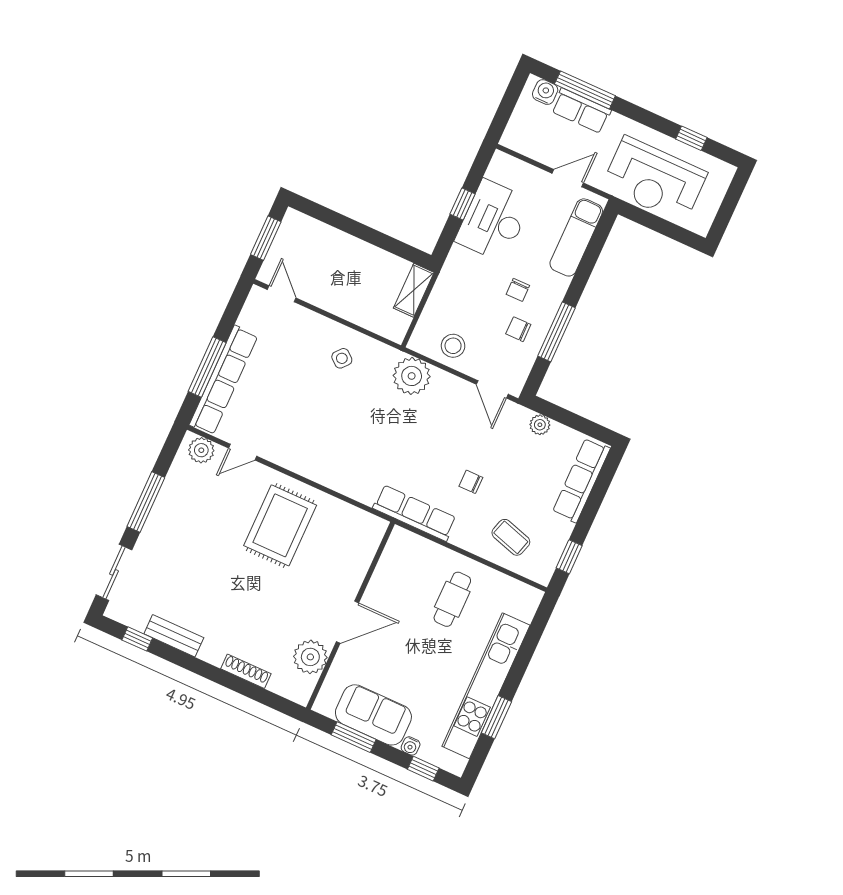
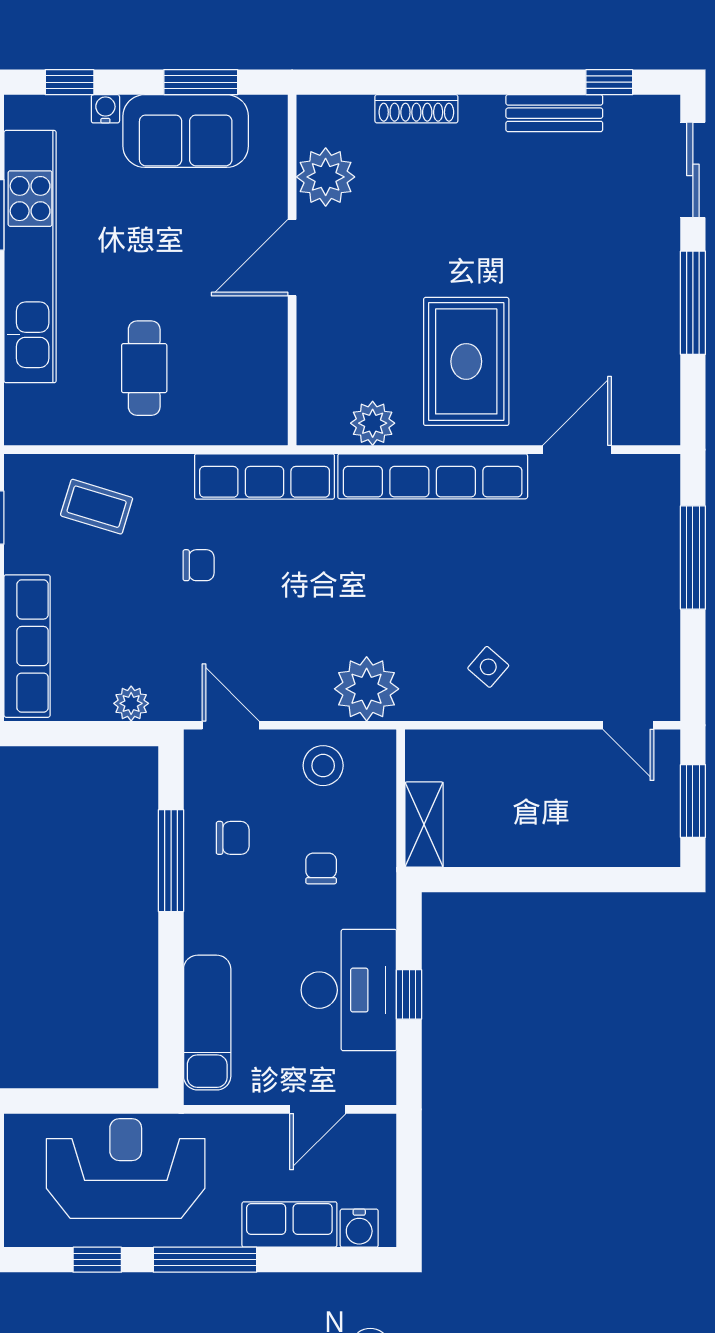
window: (585, 90) -> (205, 1260), moved
door: (568, 178) -> (318, 1109), moved
chair: (518, 290) -> (321, 868), moved
row of seats: (224, 380) -> (433, 476), moved, turned -90
plant: (201, 450) -> (373, 423), moved
door: (243, 452) -> (577, 450), width x1.38

